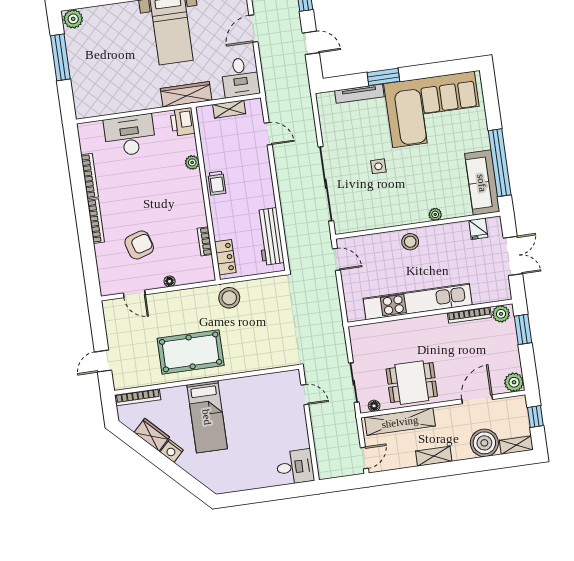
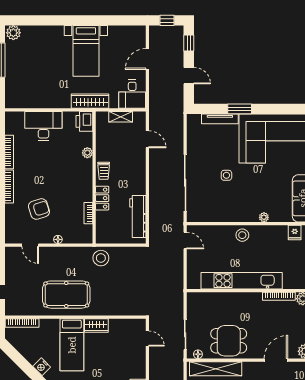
locker: (225, 257) -> (102, 198), moved
wardrobe: (152, 435) -> (96, 325), moved, turned 135

